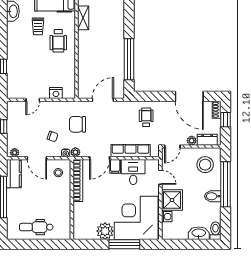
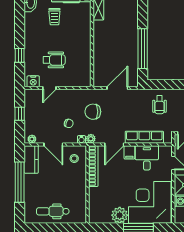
wheelchair: (58, 41) -> (54, 60), moved, turned -90
nightstand: (56, 93) -> (33, 81), moved
wheelchair: (146, 117) -> (160, 105), turned 180

